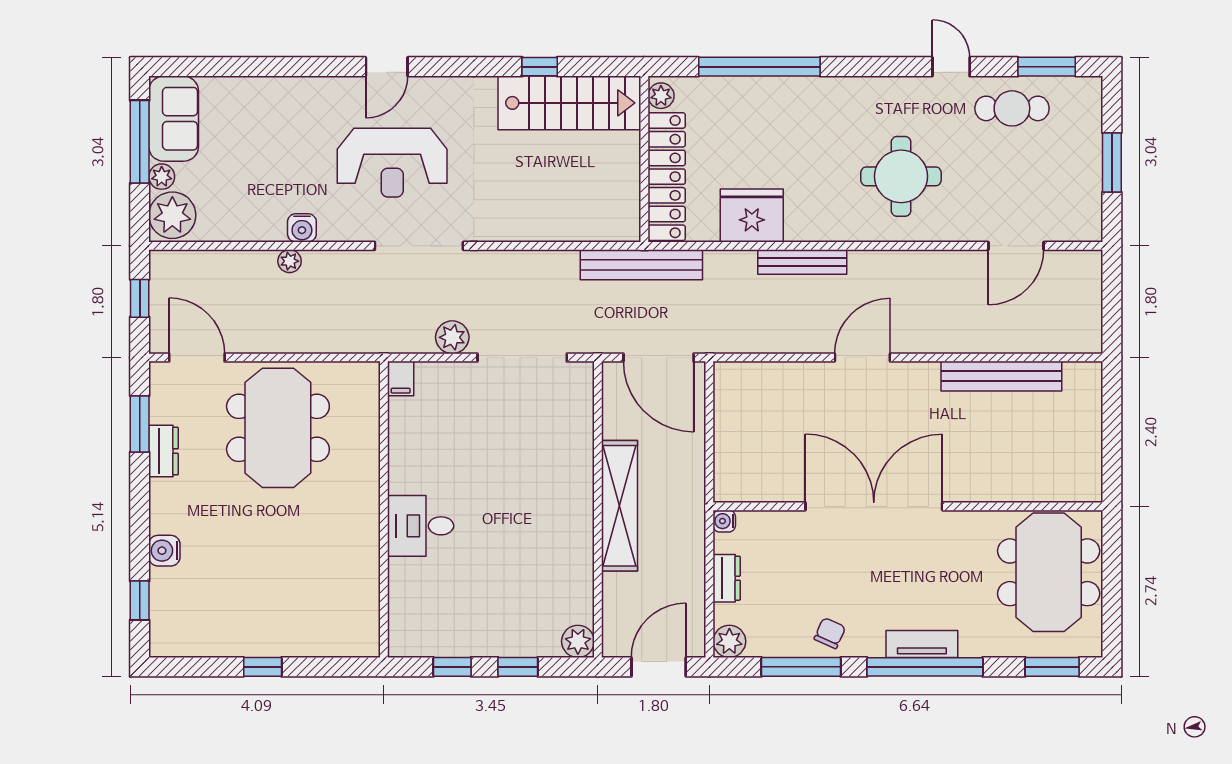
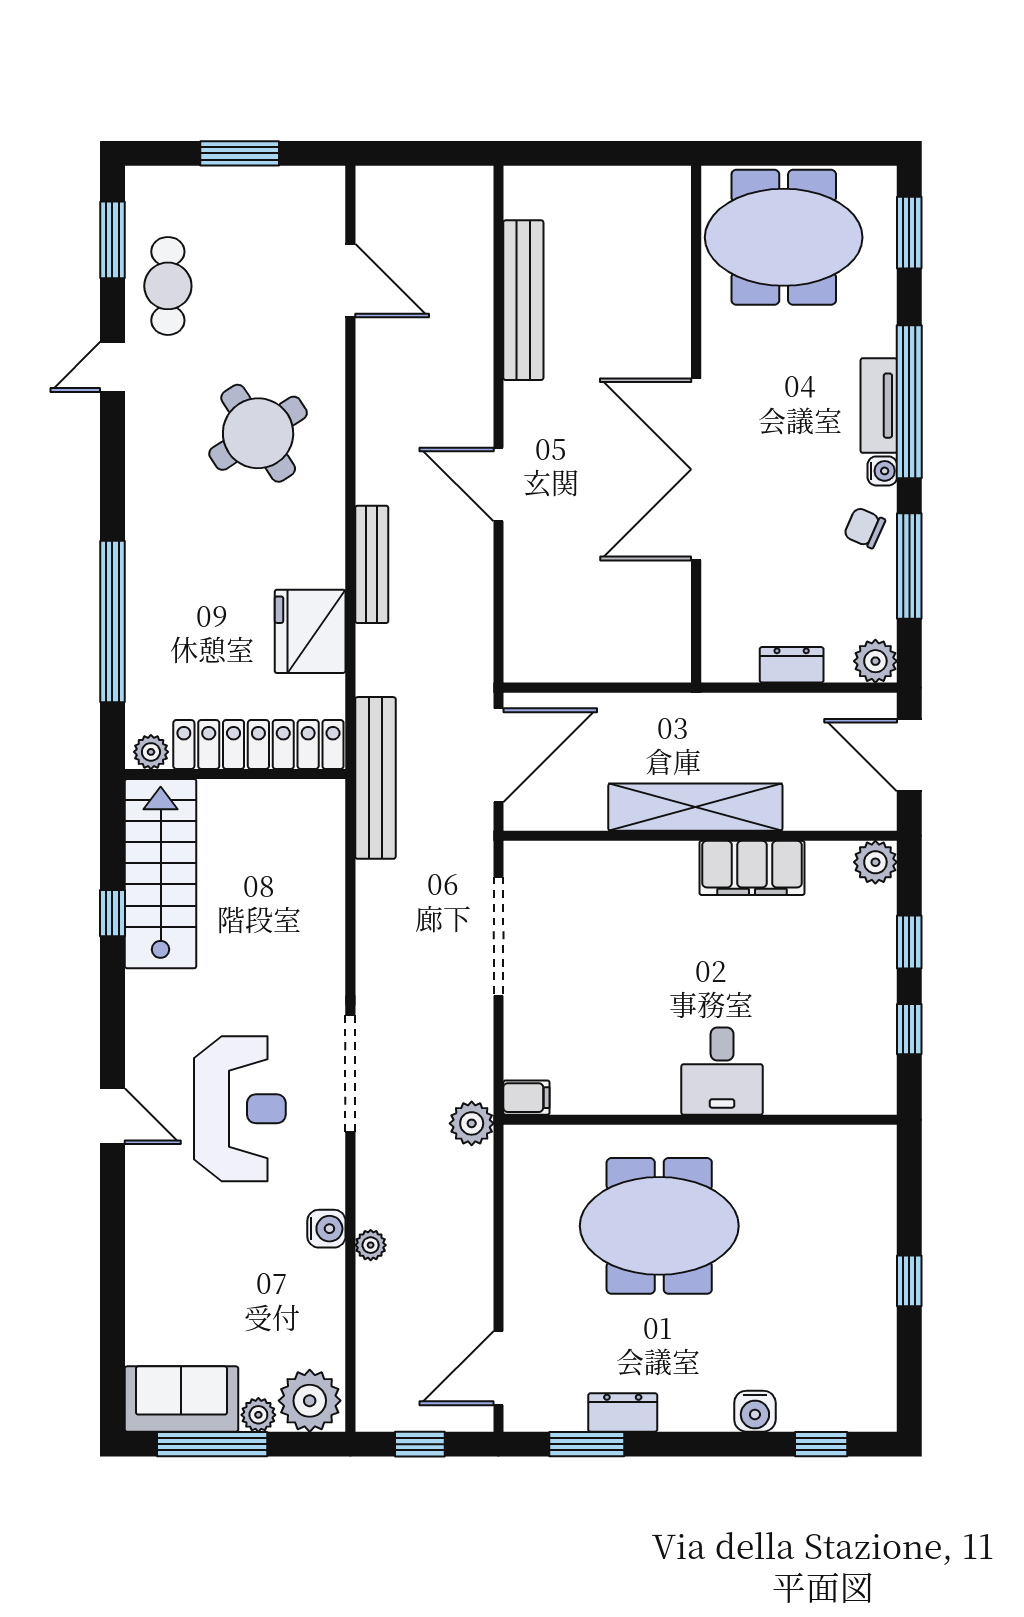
round table: (901, 176) -> (258, 433), turned -33
plant: (452, 337) -> (472, 1123), moved
meeting table: (278, 428) -> (659, 1226), moved
water cooler: (724, 521) -> (882, 471), moved, turned -90
filing cabinet: (574, 548) -> (752, 868), added

